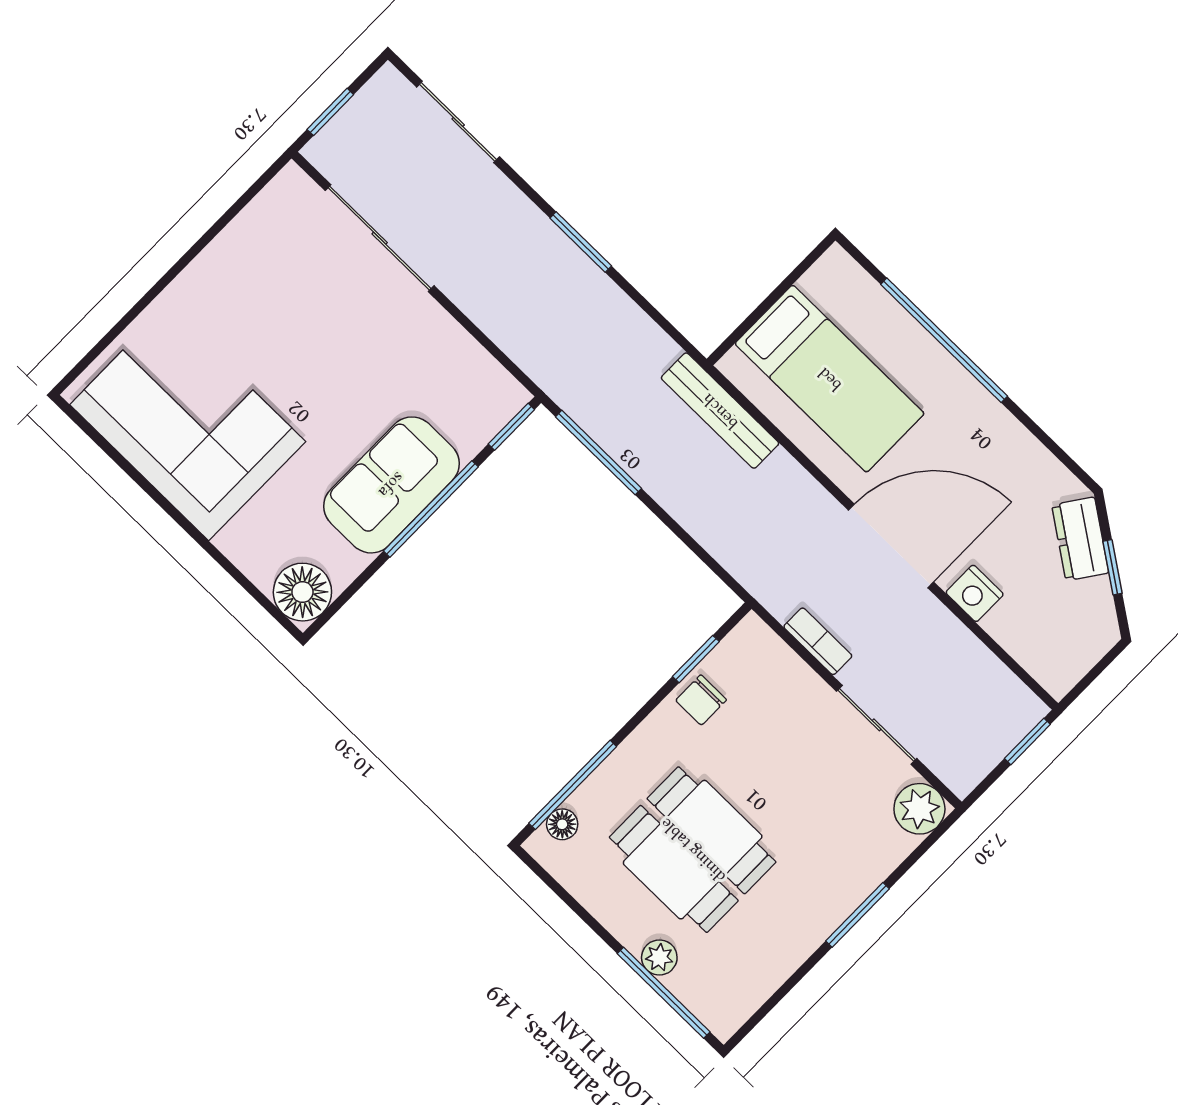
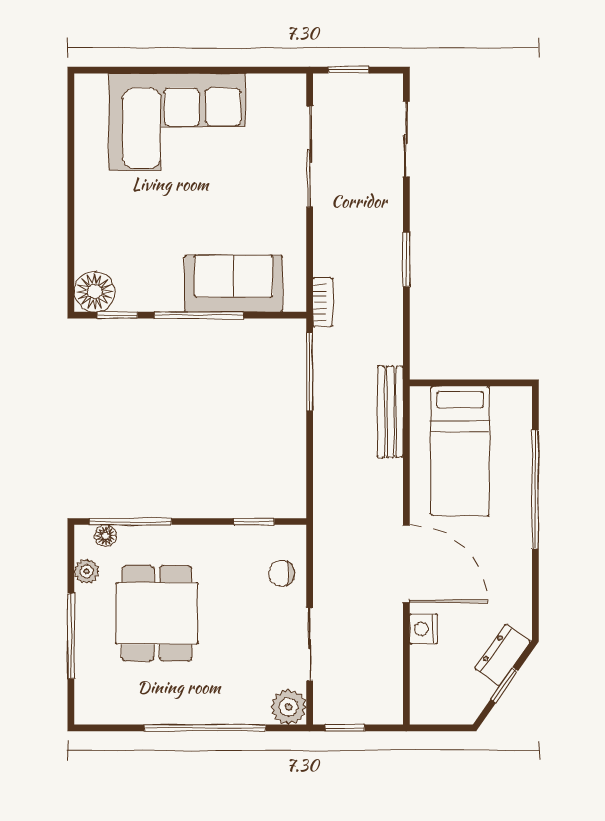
corner sofa: (188, 423) -> (177, 122), moved, turned 90
window: (511, 427) -> (117, 315), moved
sofa: (391, 485) -> (233, 284), moved
bookcase: (818, 641) -> (323, 302), moved
chair: (701, 700) -> (281, 573), moved
window: (1027, 741) -> (345, 728), moved
window: (857, 915) -> (205, 728), width x2.11
plant: (659, 957) -> (87, 571), moved
window: (664, 993) -> (71, 636), moved

